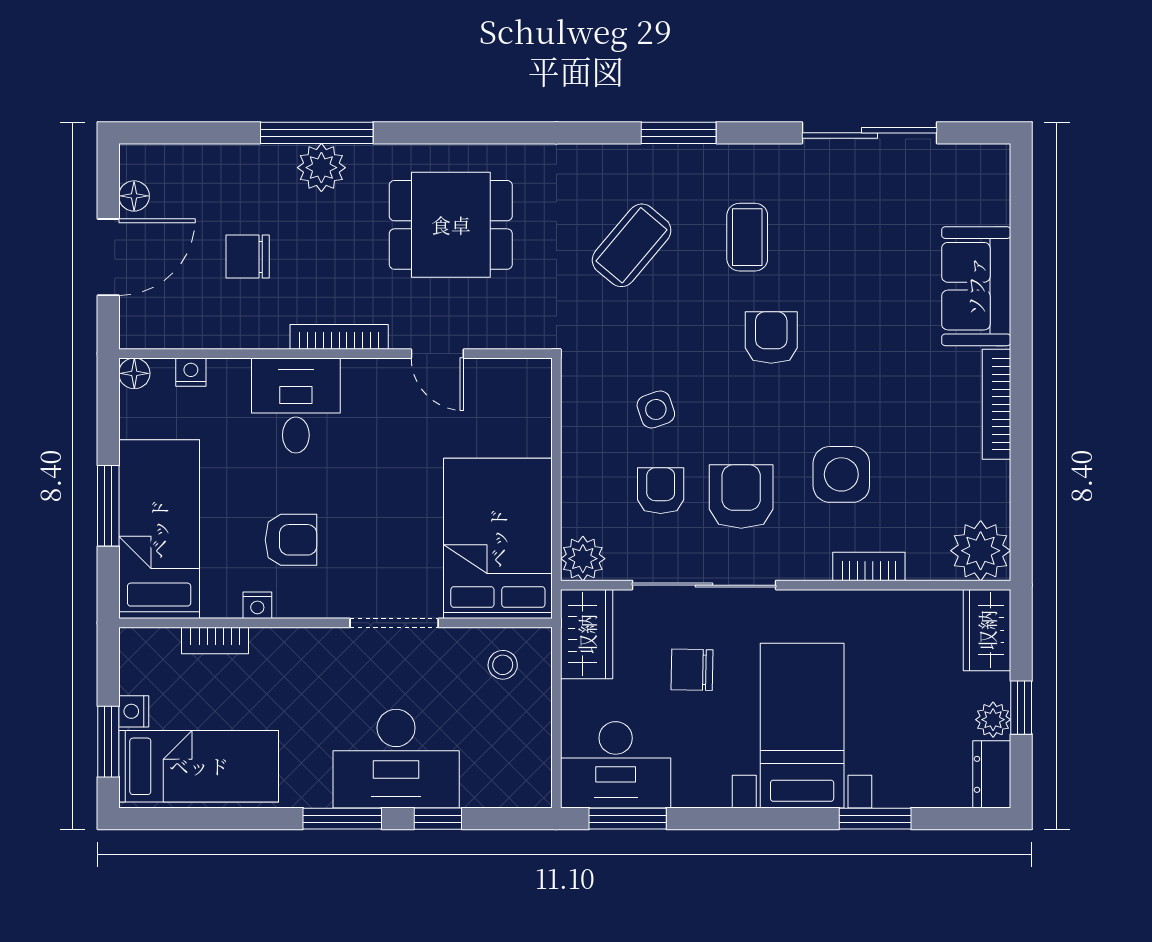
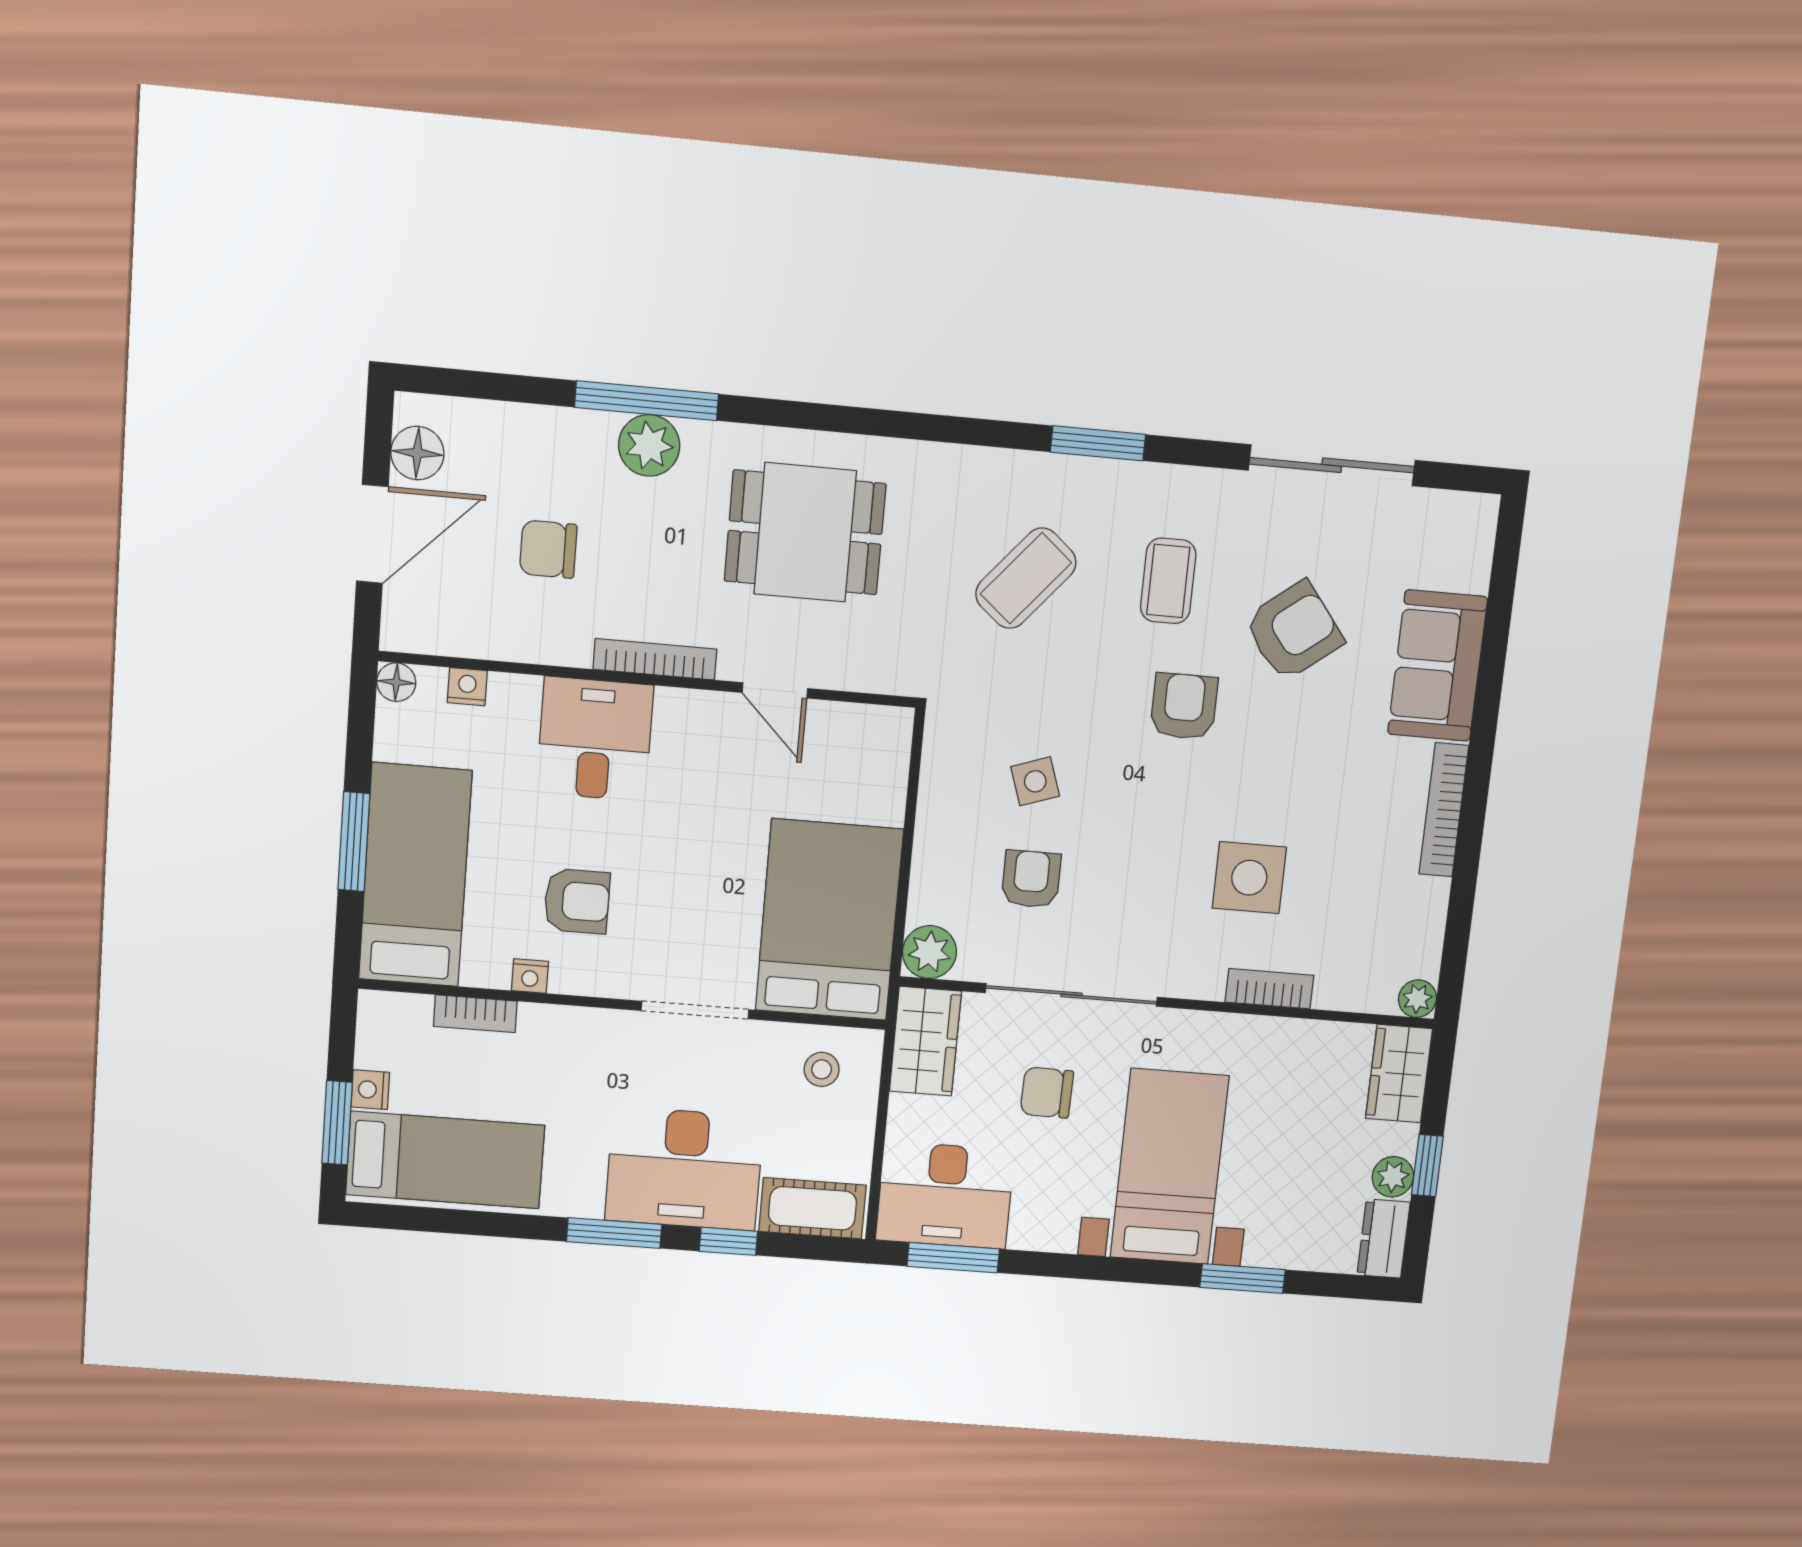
floor lamp: (134, 196) -> (417, 453), width x1.37, depth x1.37
armchair: (741, 496) -> (1294, 631), moved, turned 52
plant: (981, 551) -> (1417, 999), width x0.53, depth x0.53
cot: (506, 785) -> (813, 1208), added

